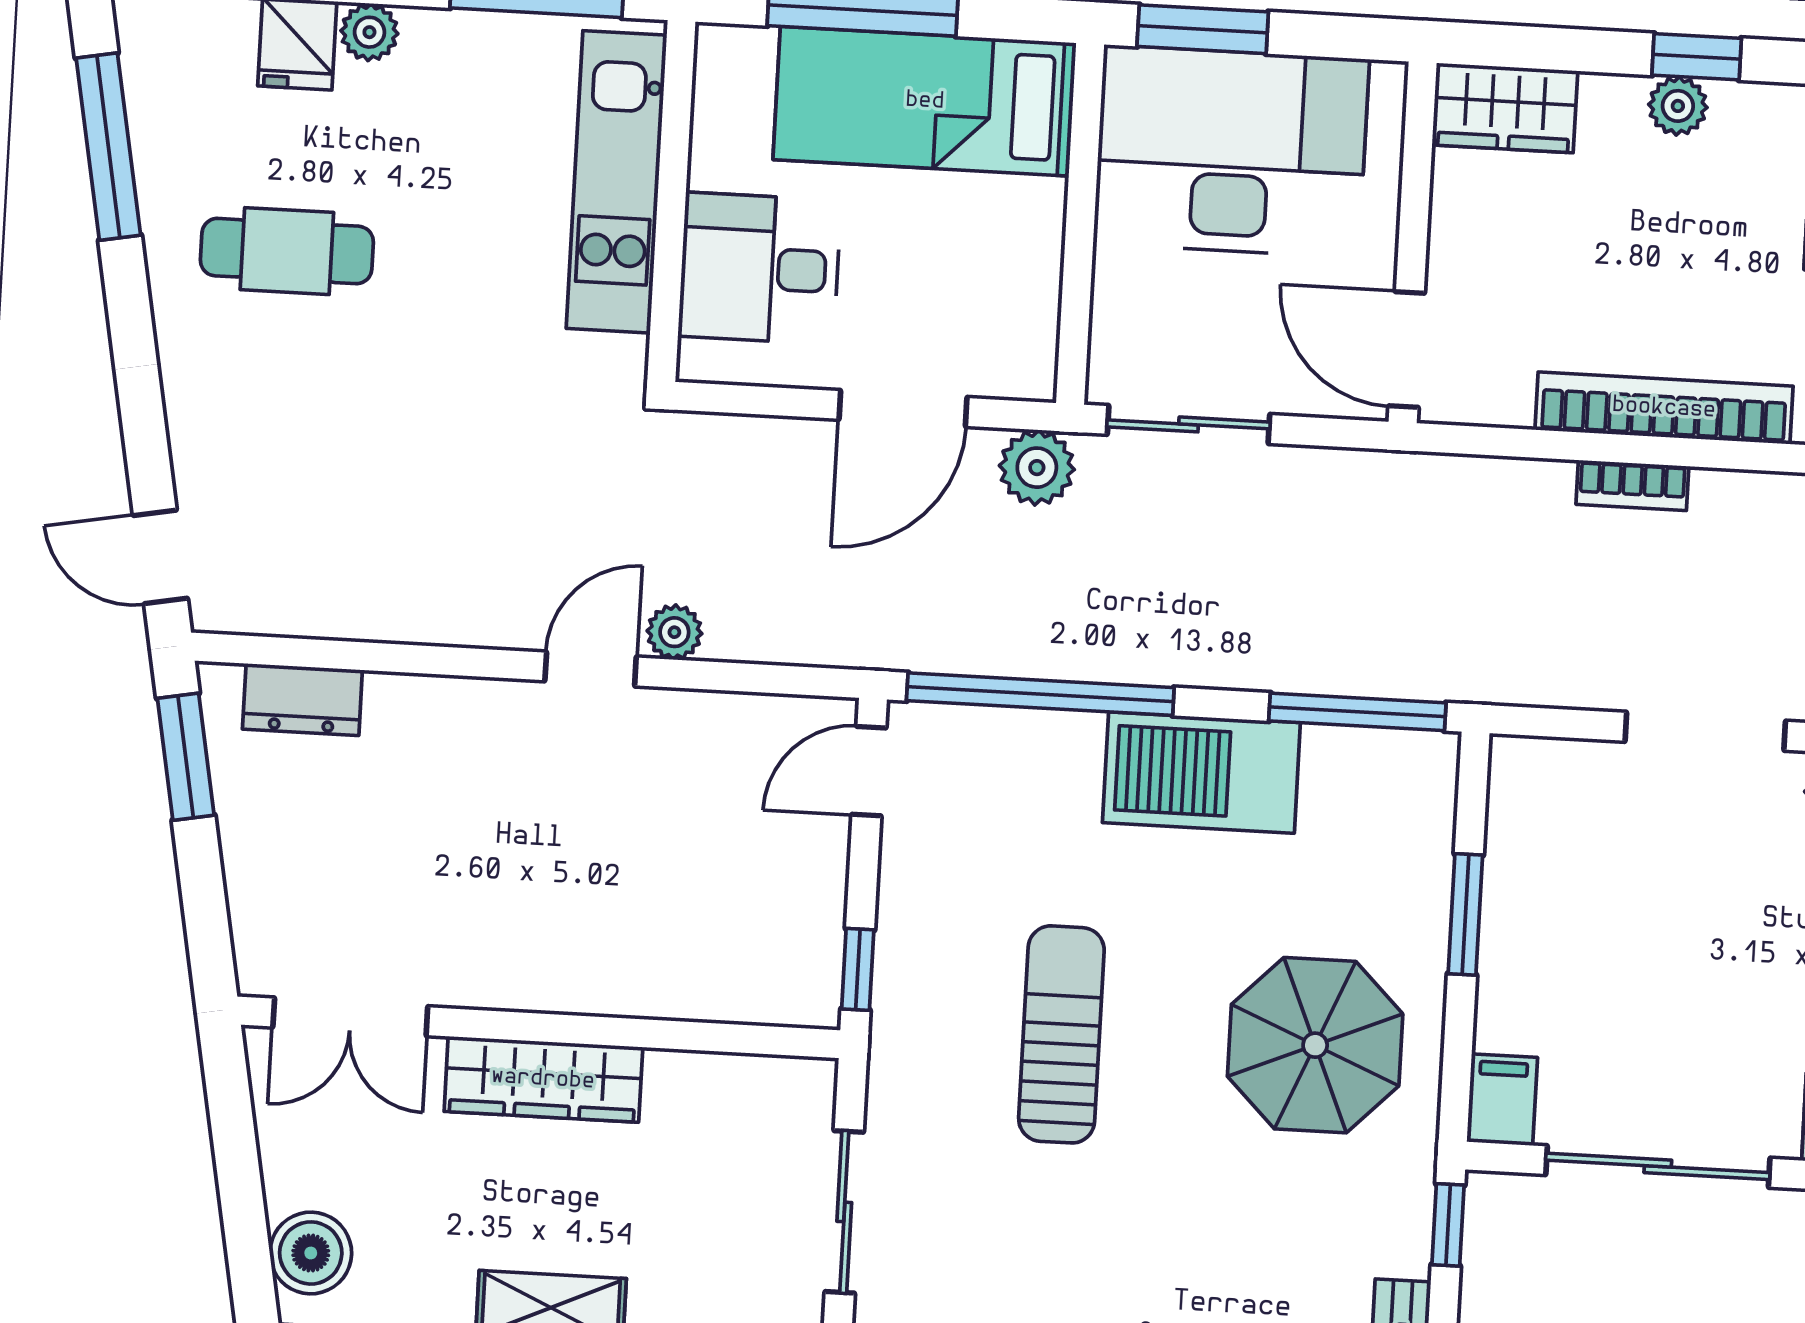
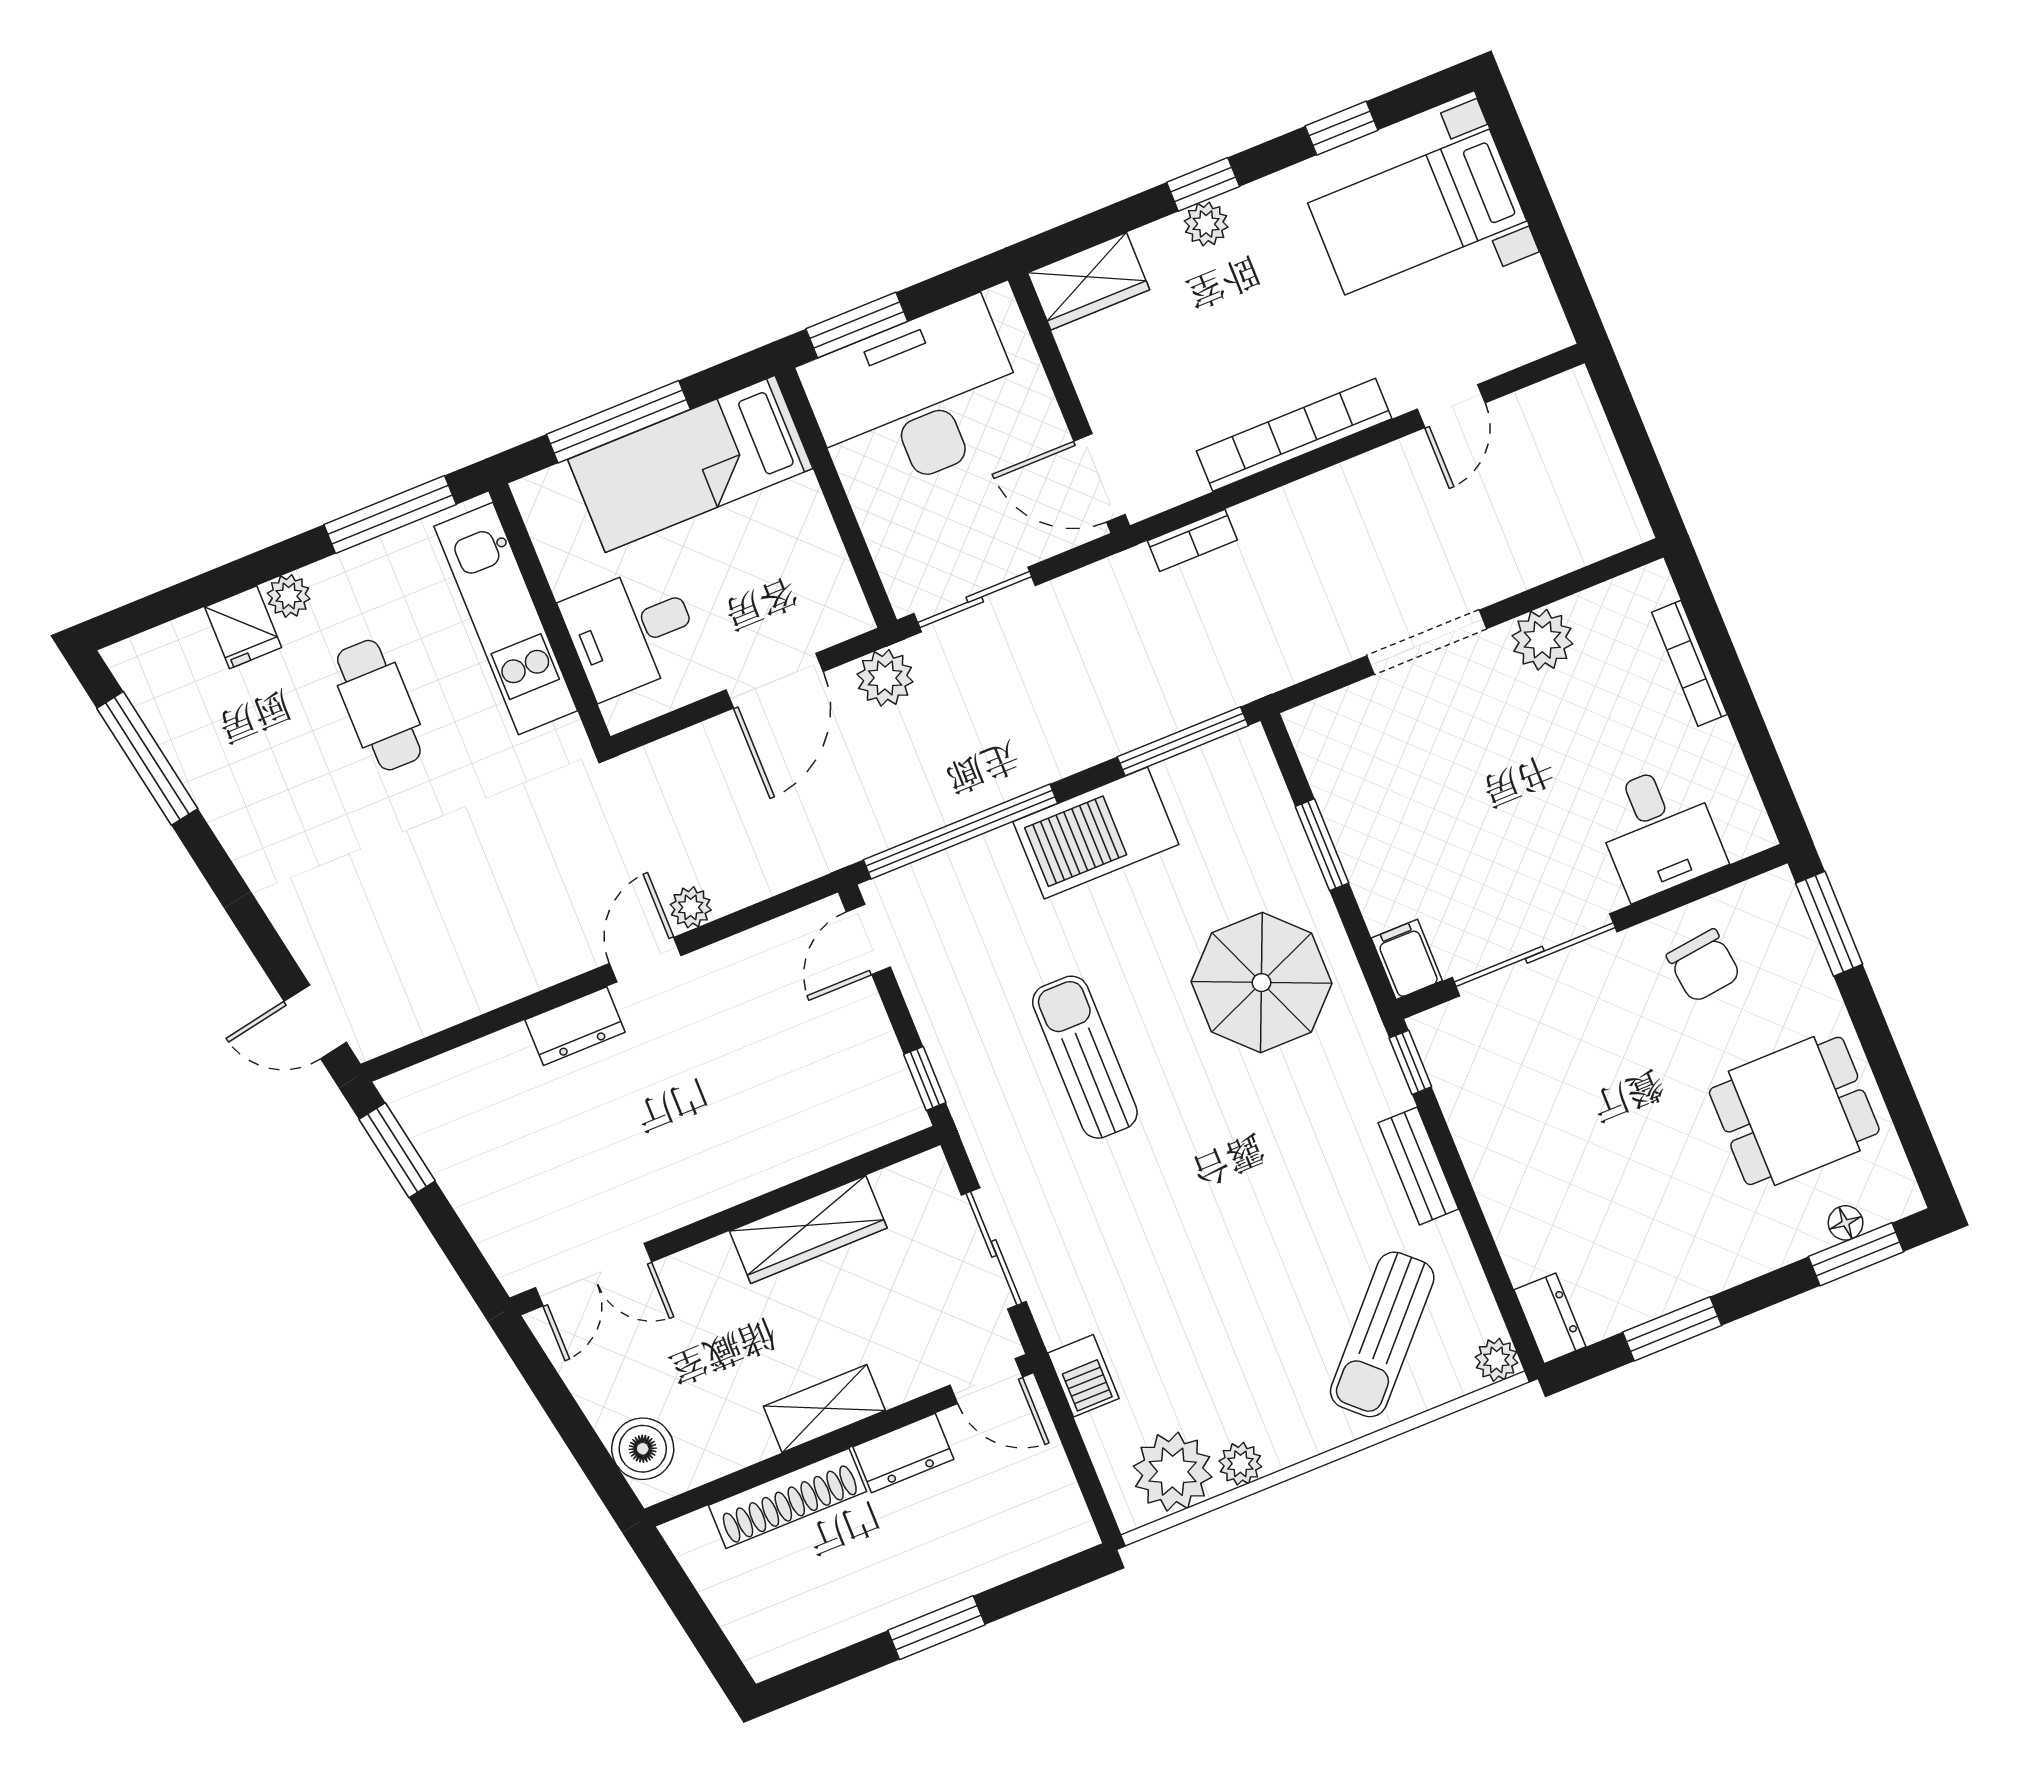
cafe table: (287, 251) -> (379, 705), moved, turned 90
bookcase: (1632, 485) -> (1192, 540), moved
dresser: (302, 700) -> (575, 1026), moved
wardrobe: (543, 1079) -> (808, 1230), moved

